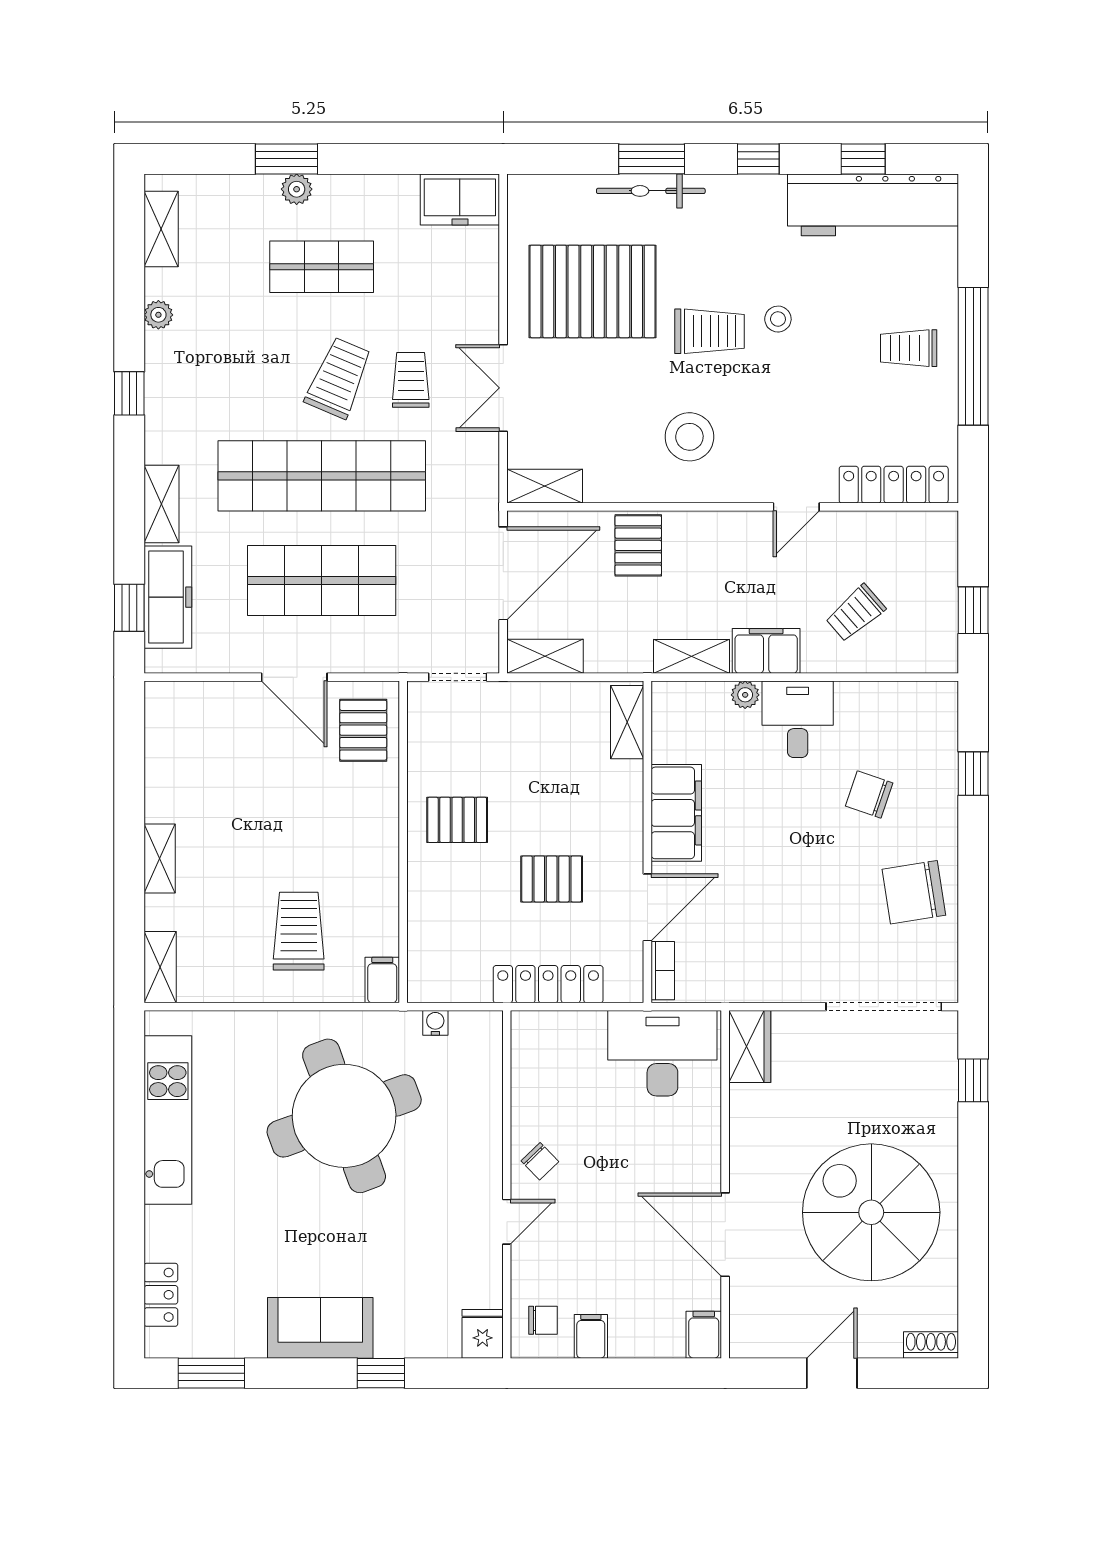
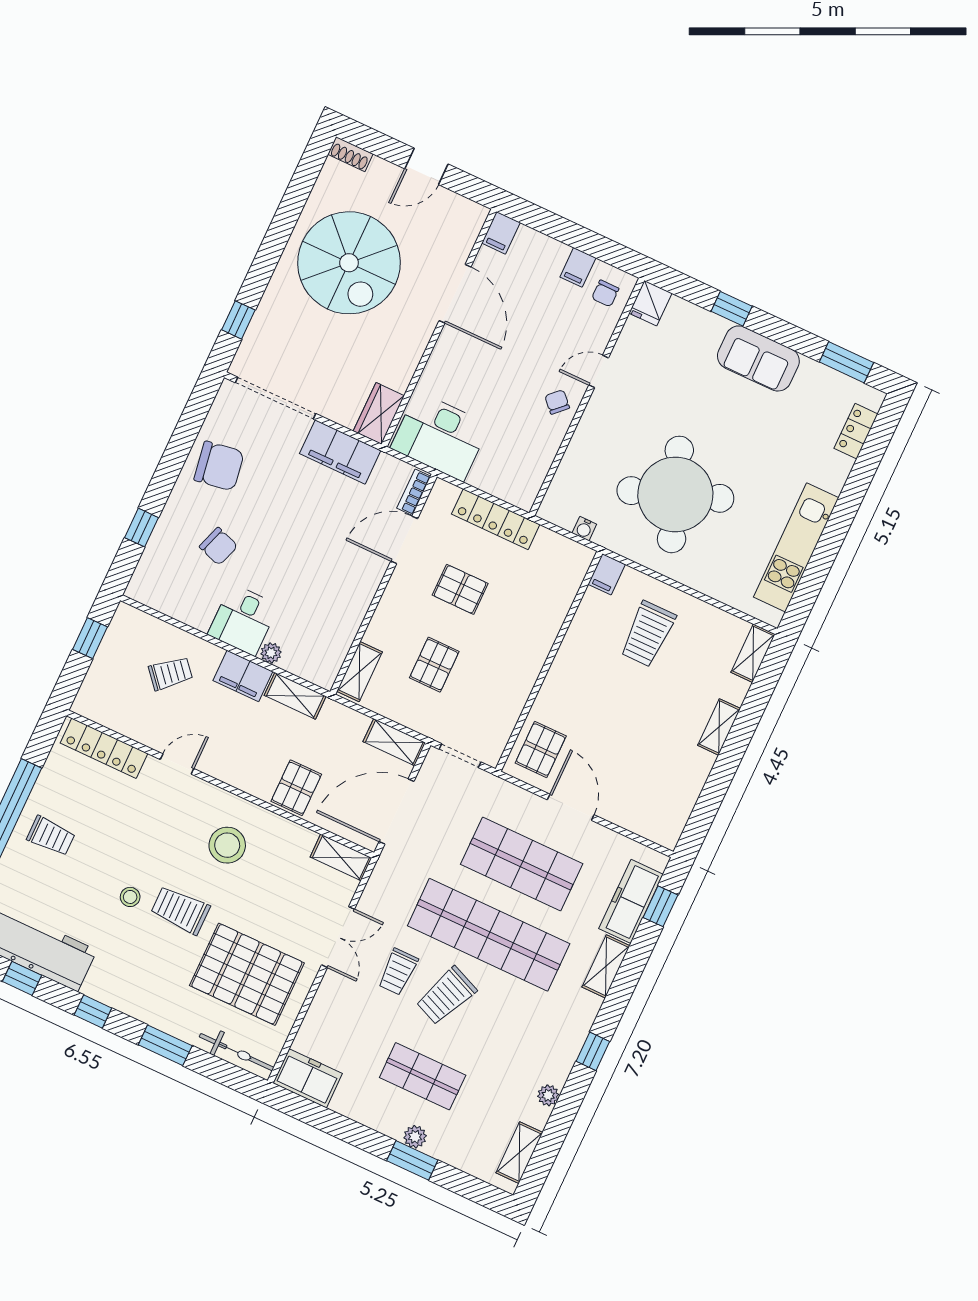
bicycle: (651, 191) -> (237, 1052), moved
filing cabinet: (676, 813) -> (340, 452), moved, turned -90
pallet: (457, 820) -> (434, 665), moved, turned 90
chair: (543, 1320) -> (605, 293), turned -90

